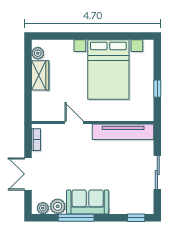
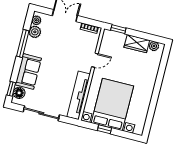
bed with nightstands: (108, 69) -> (112, 104), moved, turned 90
window: (28, 103) -> (118, 29), added
sliding door: (157, 173) -> (41, 113), width x1.37
sofa: (88, 202) -> (28, 71), moved
floor lamp: (139, 207) -> (19, 93), added

